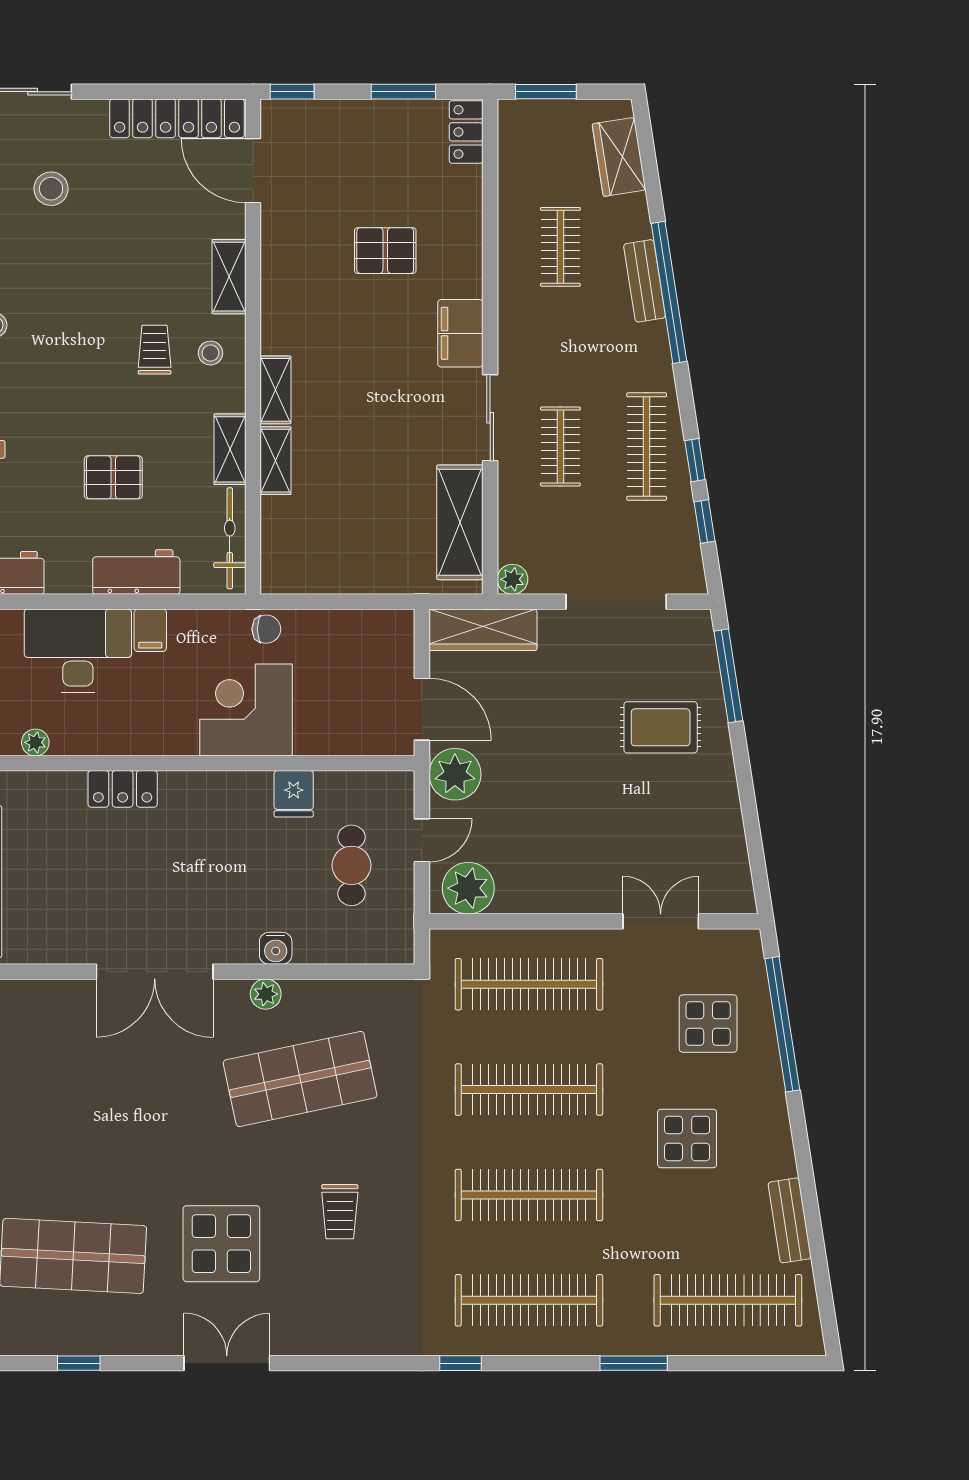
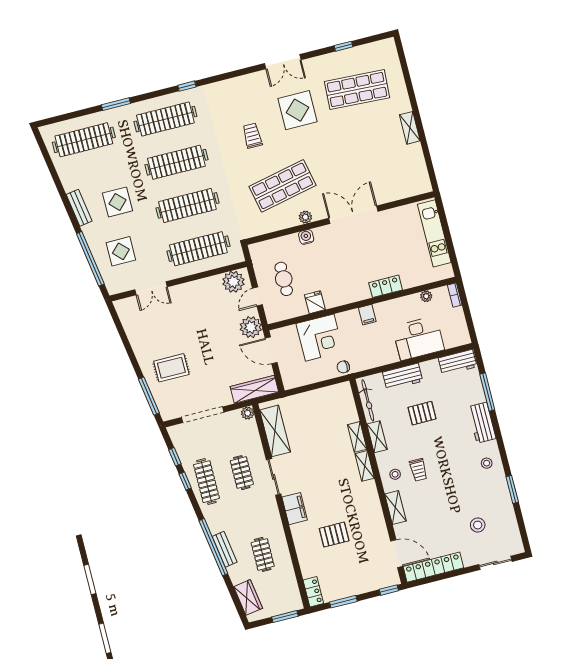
filing cabinet: (150, 630) -> (367, 315), moved, turned 180
corner desk: (246, 710) -> (320, 338), moved
bench: (790, 1220) -> (79, 208), moved

